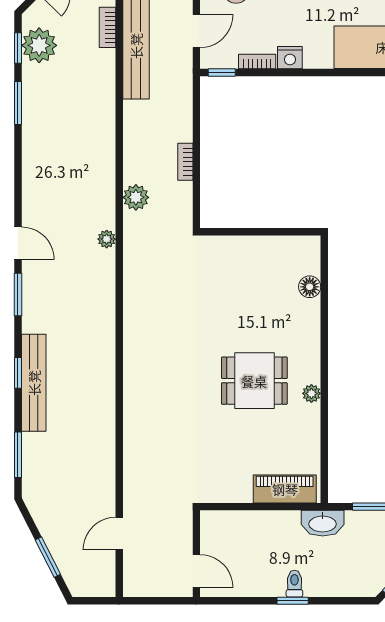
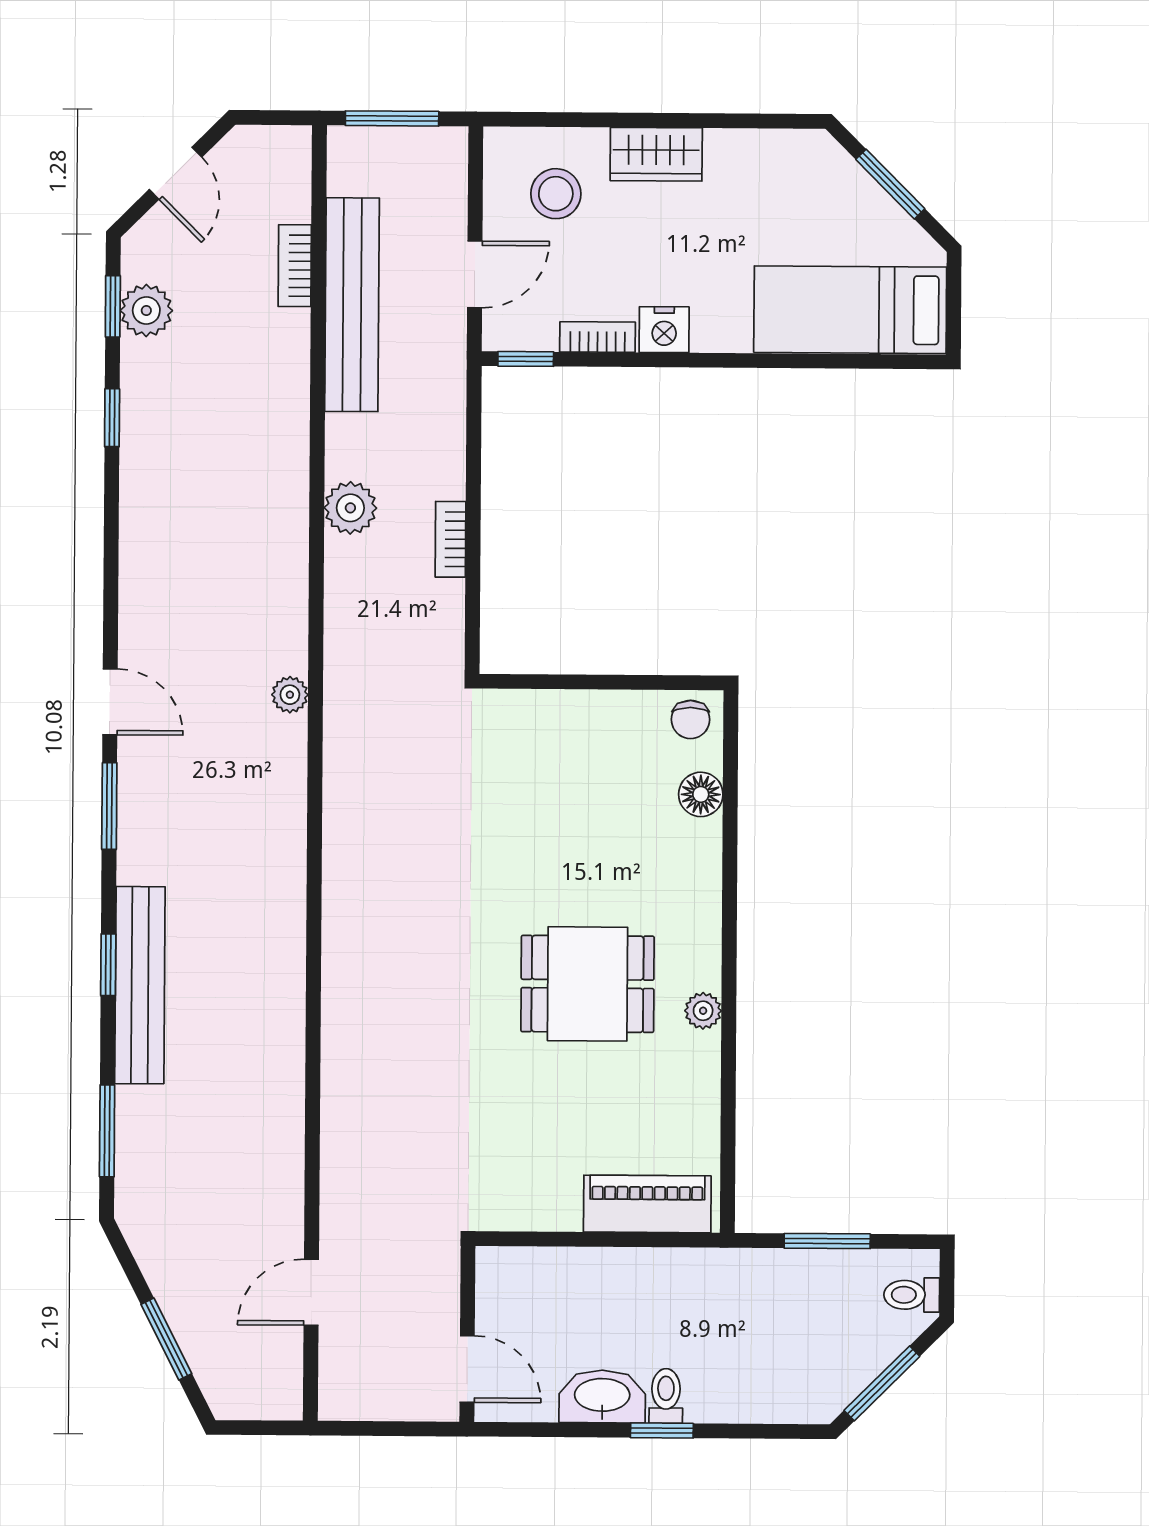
plant: (39, 45) -> (146, 311), width x0.73, depth x0.73
window: (18, 103) -> (112, 418), width x0.67
plant: (136, 197) -> (350, 508), moved
chair: (304, 250) -> (691, 719), added
washbasin: (323, 523) -> (602, 1396), moved, turned 180

